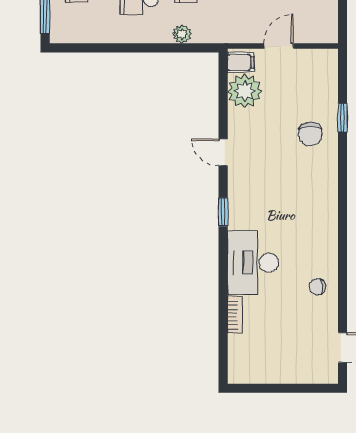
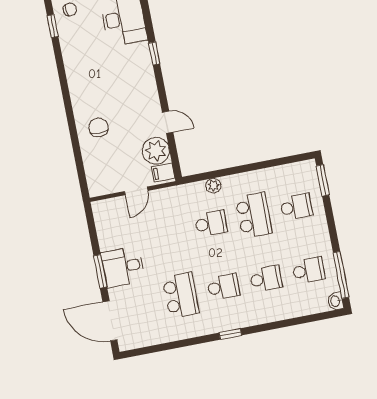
window: (342, 118) -> (53, 26), moved
door: (223, 152) -> (168, 122), moved

